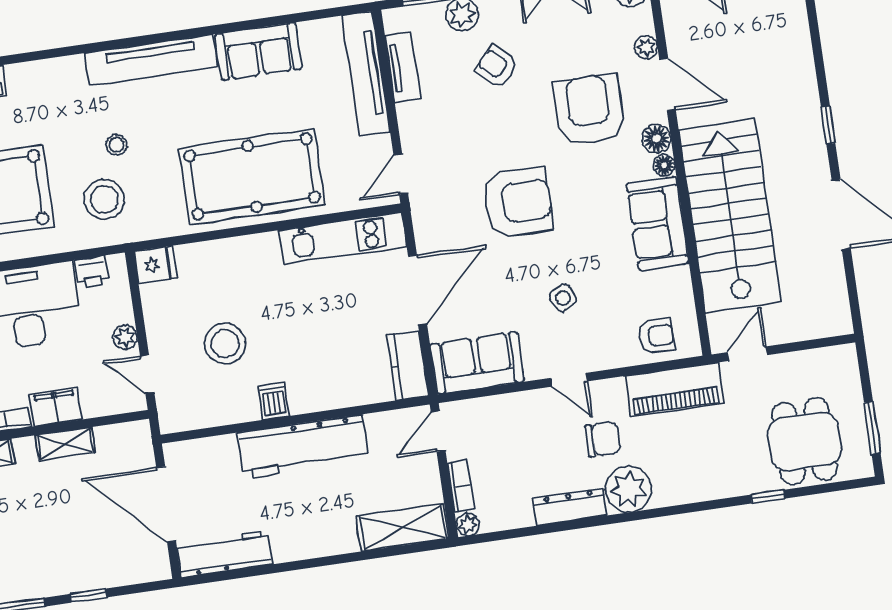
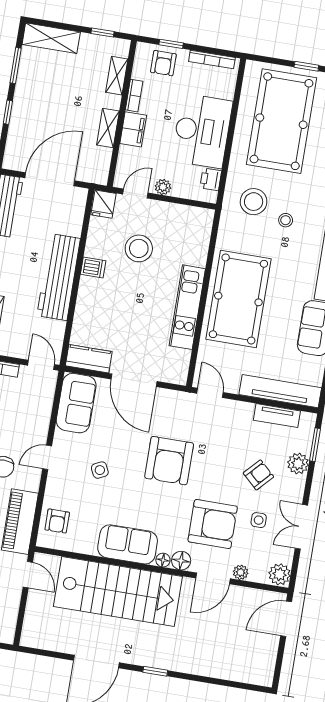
side table: (562, 45) -> (259, 520), added
kitchen unit: (343, 238) -> (187, 307), moved
fridge: (155, 265) -> (104, 204), moved

